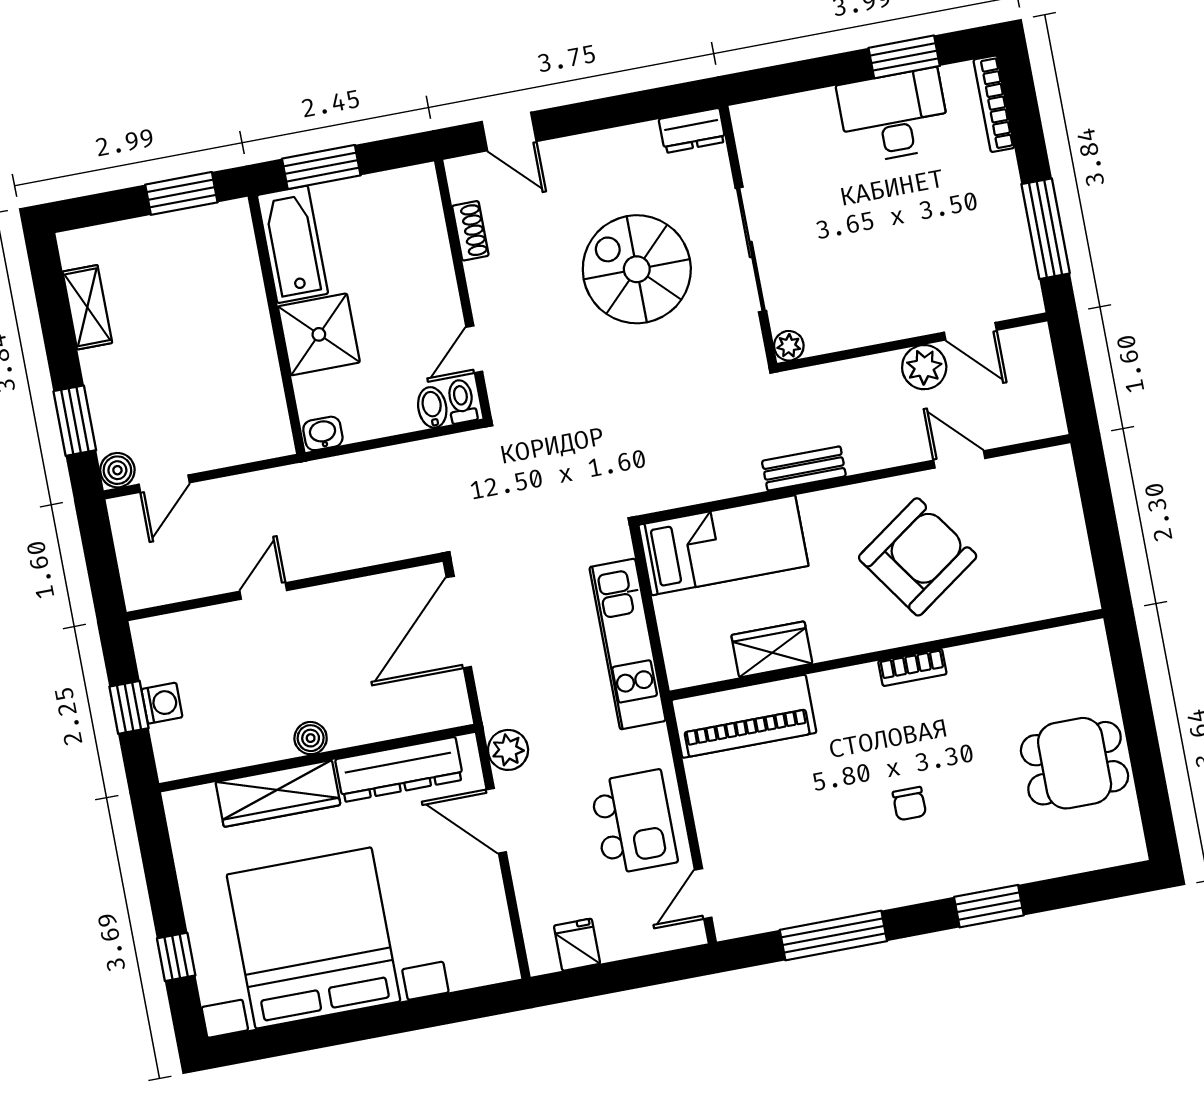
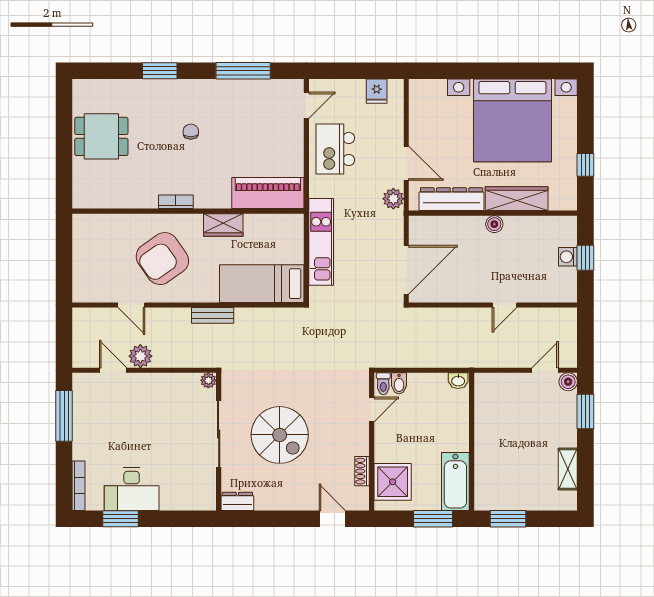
shower: (319, 334) -> (393, 482), moved
wardrobe: (772, 649) -> (223, 225), moved
window: (176, 957) -> (585, 165), moved

